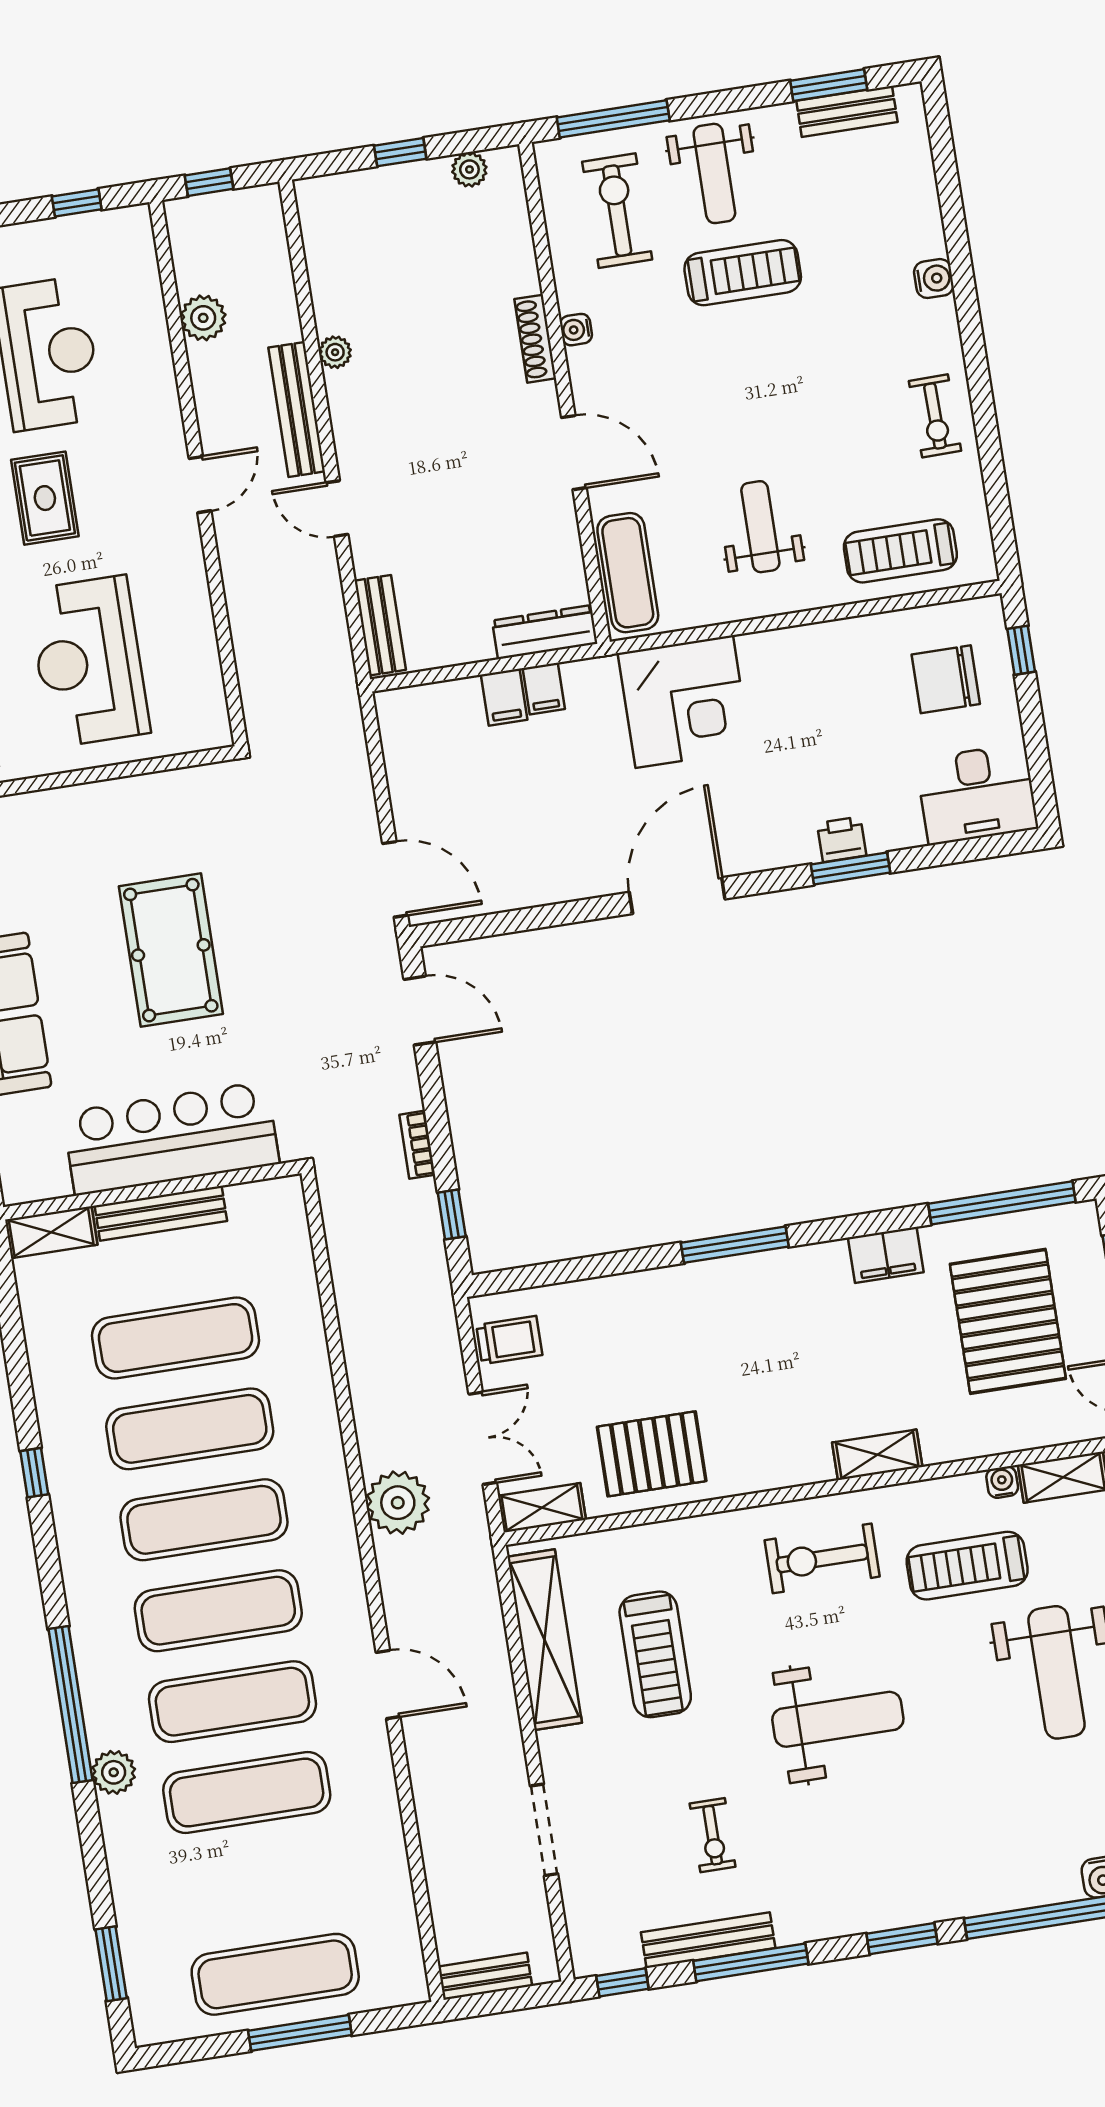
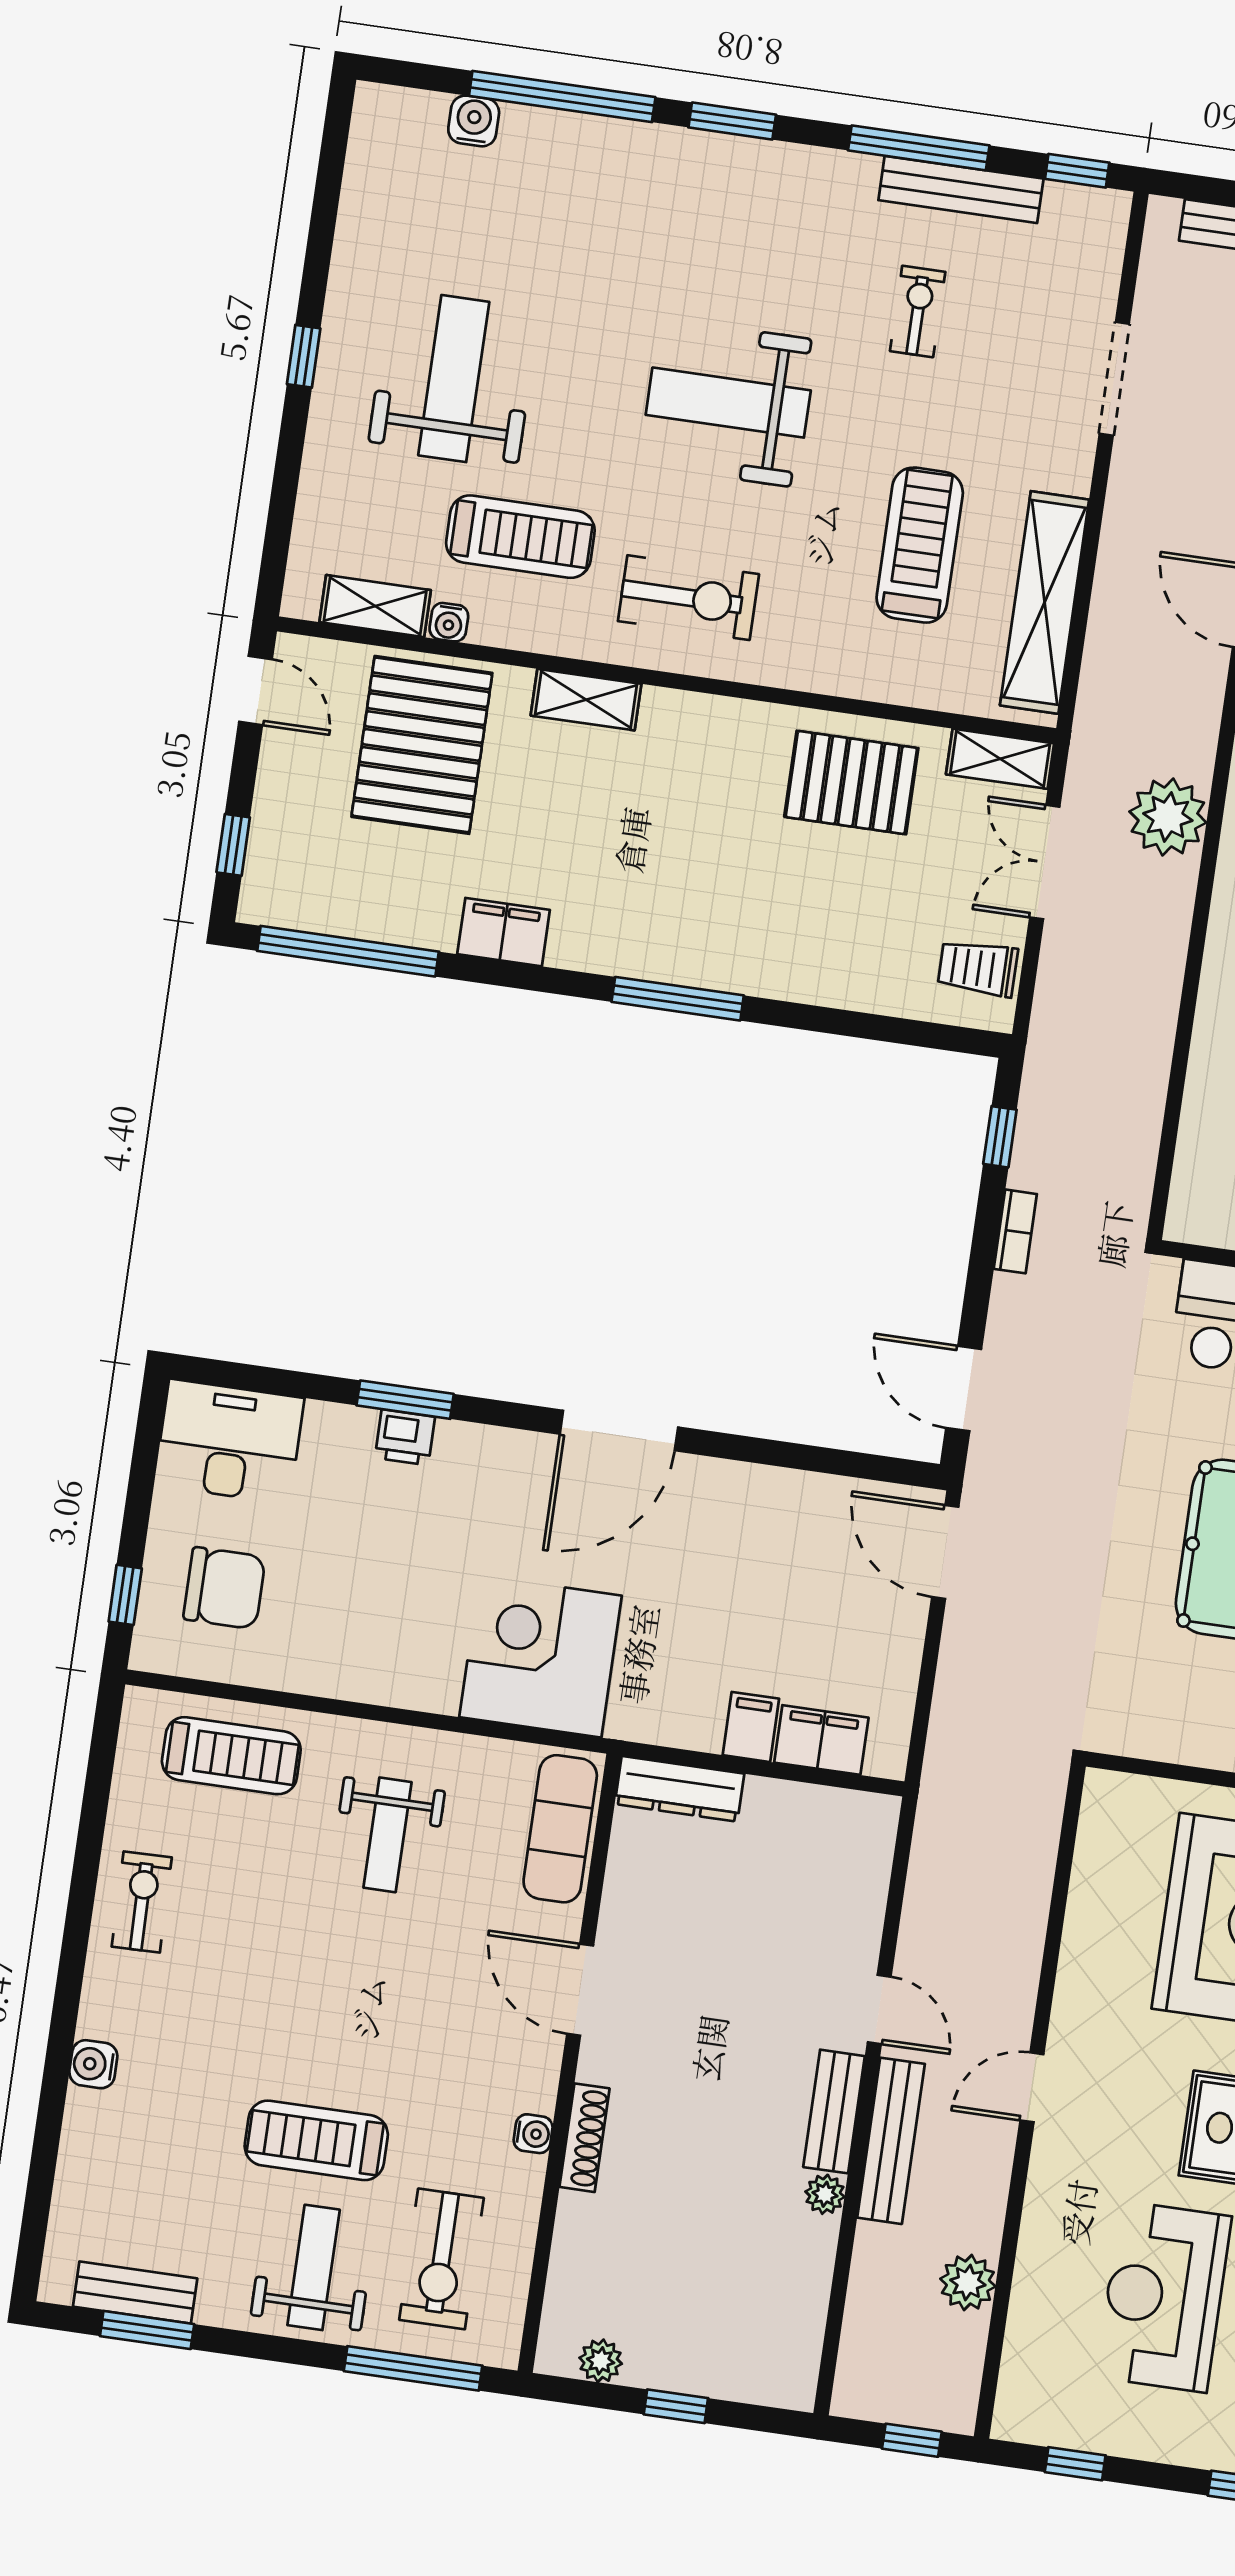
bench: (380, 625) -> (834, 2112), moved
filing cabinet: (544, 689) -> (821, 1740), moved, width x2.00
pallet: (1008, 1321) -> (422, 745), moved

